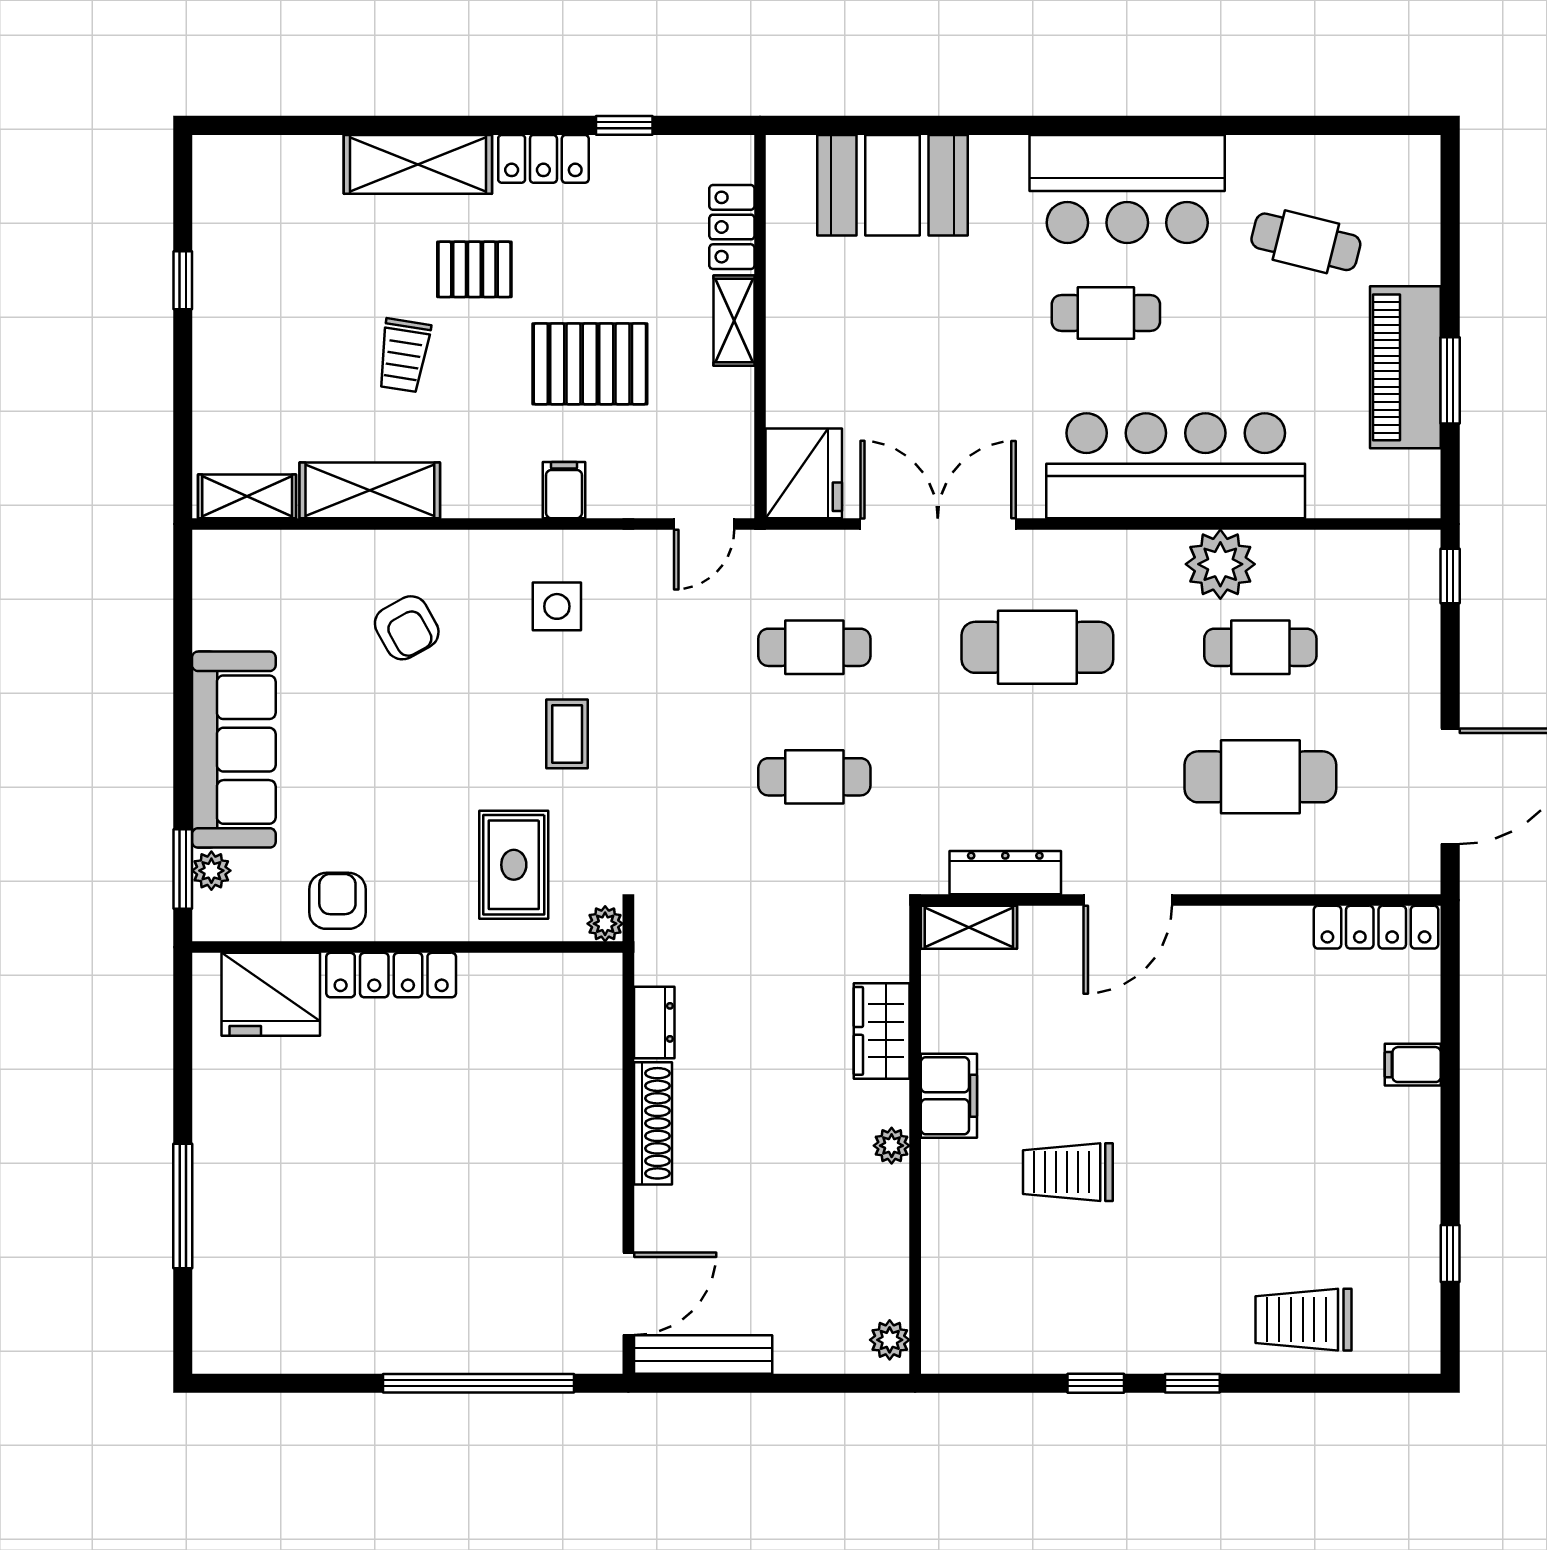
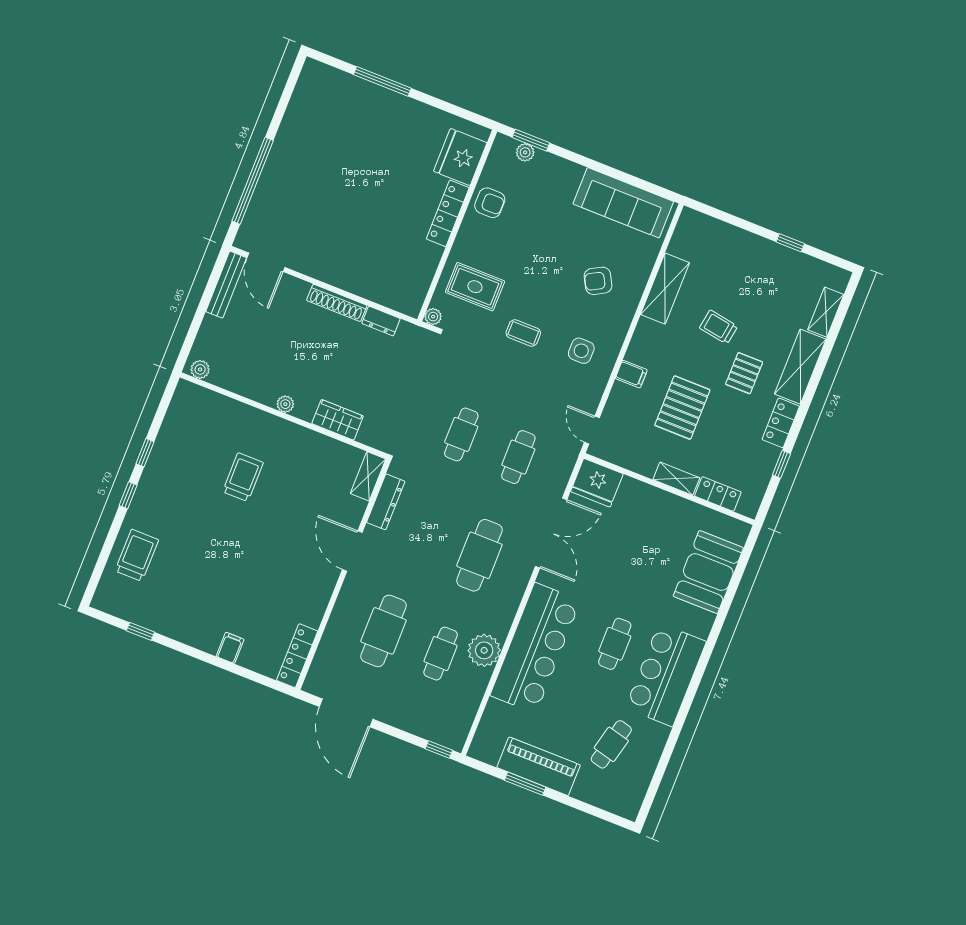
shelving: (247, 496) -> (826, 312), moved
sofa: (234, 750) -> (623, 203), moved
filing cabinet: (949, 1096) -> (297, 438), removed

